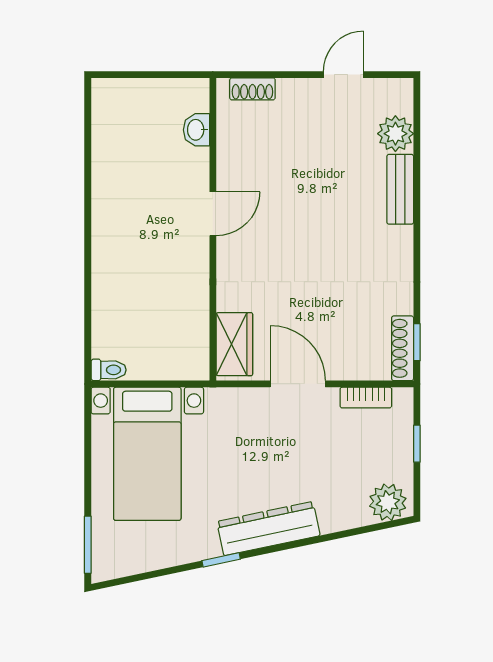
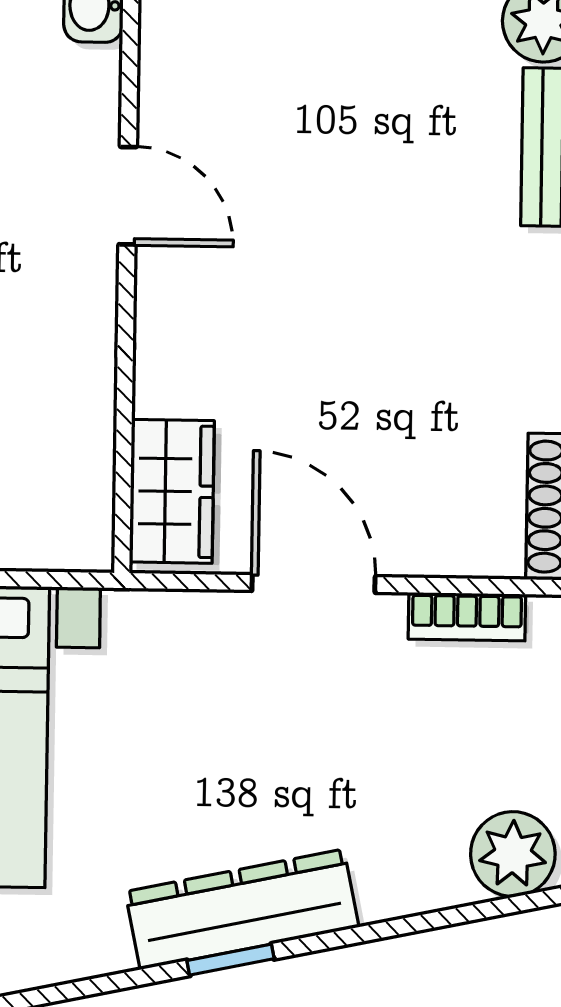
door: (213, 214) -> (128, 196), hinge flipped
window: (221, 560) -> (231, 960), moved

